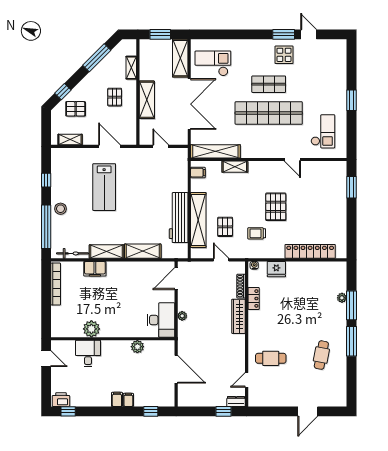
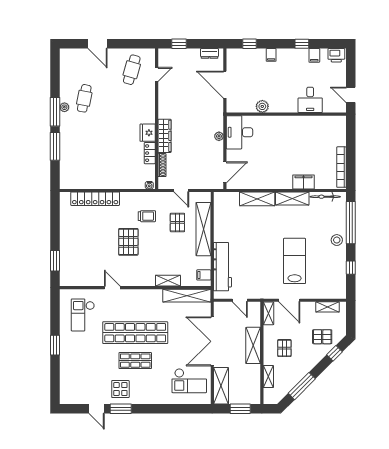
shelving: (131, 133) -> (268, 313), added
workbench: (179, 218) -> (222, 267), moved
fridge: (276, 269) -> (148, 133), moved, turned -90
plant: (342, 298) -> (64, 107), moved
plant: (91, 329) -> (307, 124), removed
cafe table: (271, 358) -> (132, 70), moved, turned -74
filing cabinet: (117, 399) -> (314, 55), moved
dresser: (236, 401) -> (209, 53), moved
window: (68, 411) -> (302, 44), moved
door: (308, 411) -> (97, 44), swing flipped

